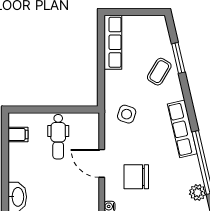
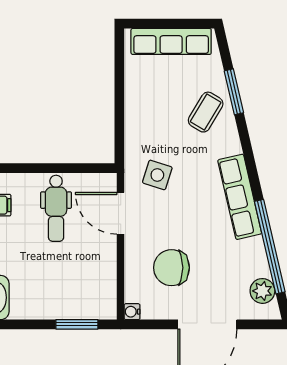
row of seats: (113, 42) -> (171, 41), moved, turned 90
door: (102, 163) -> (121, 213), moved

